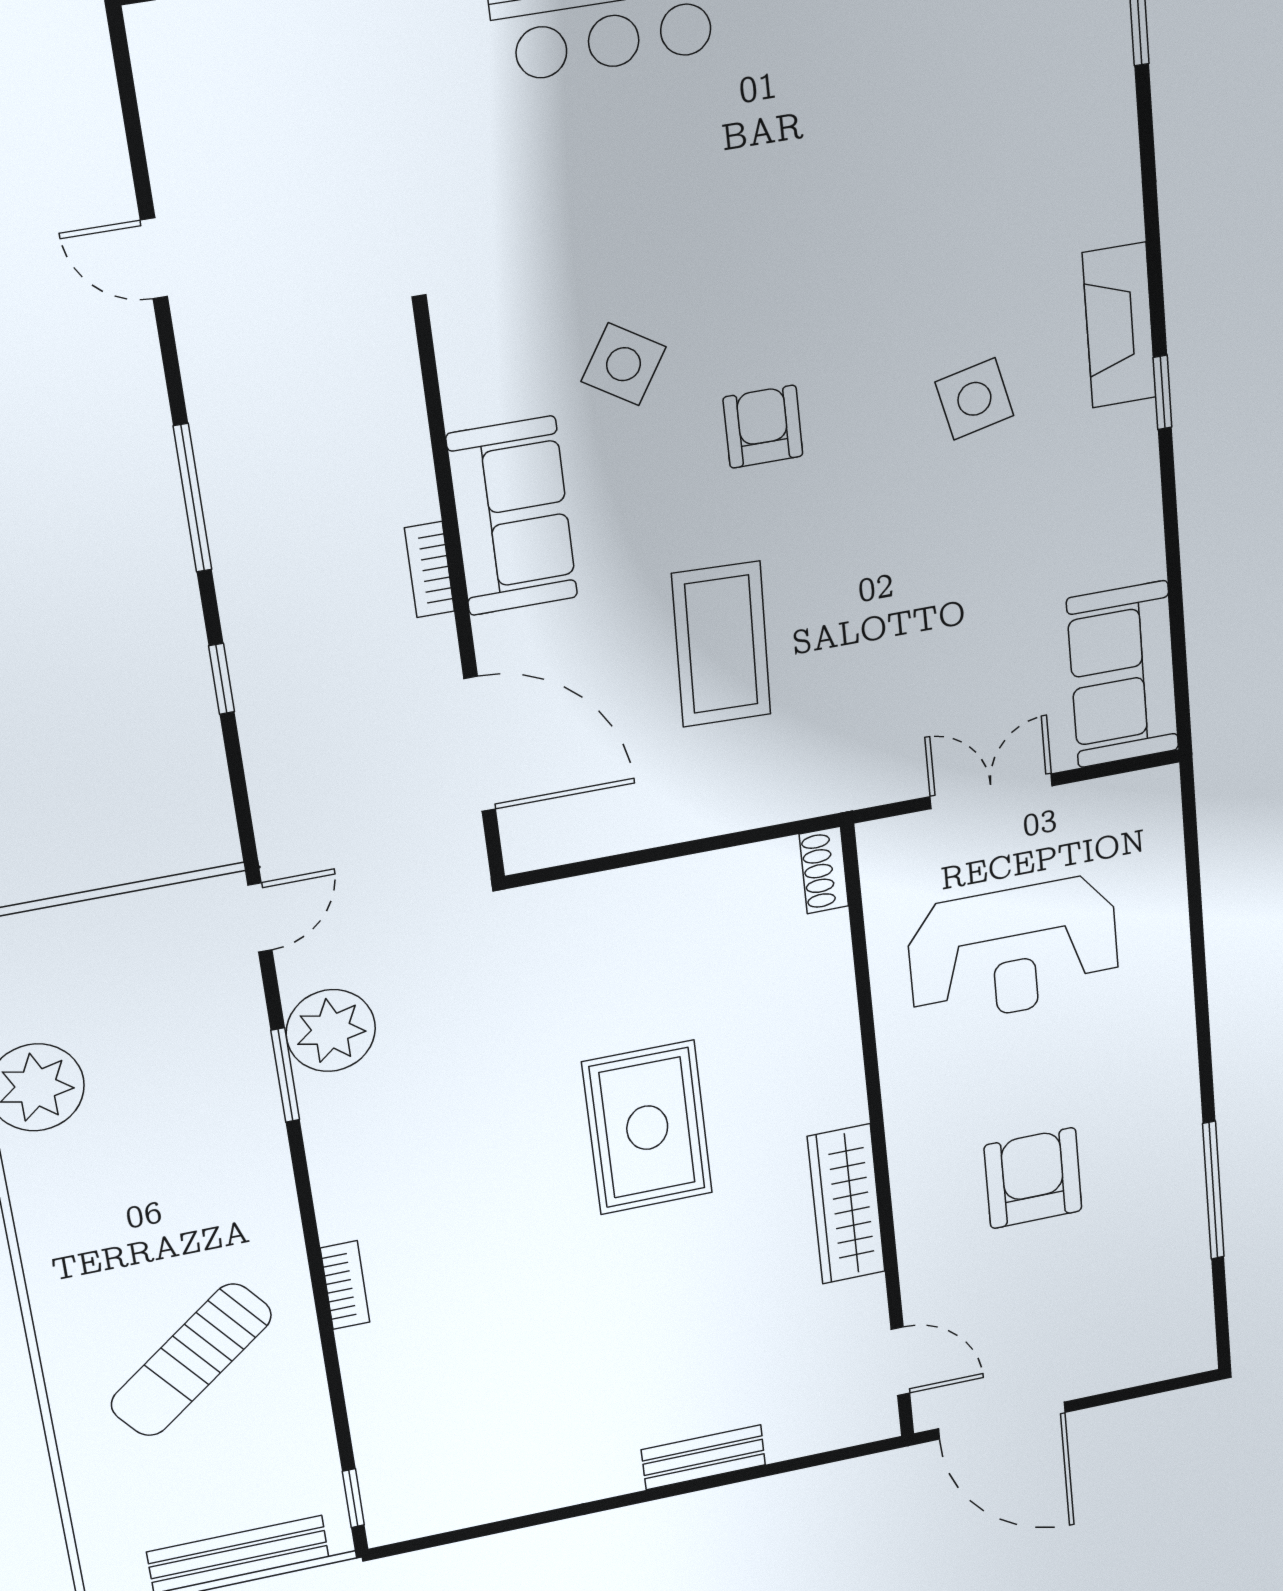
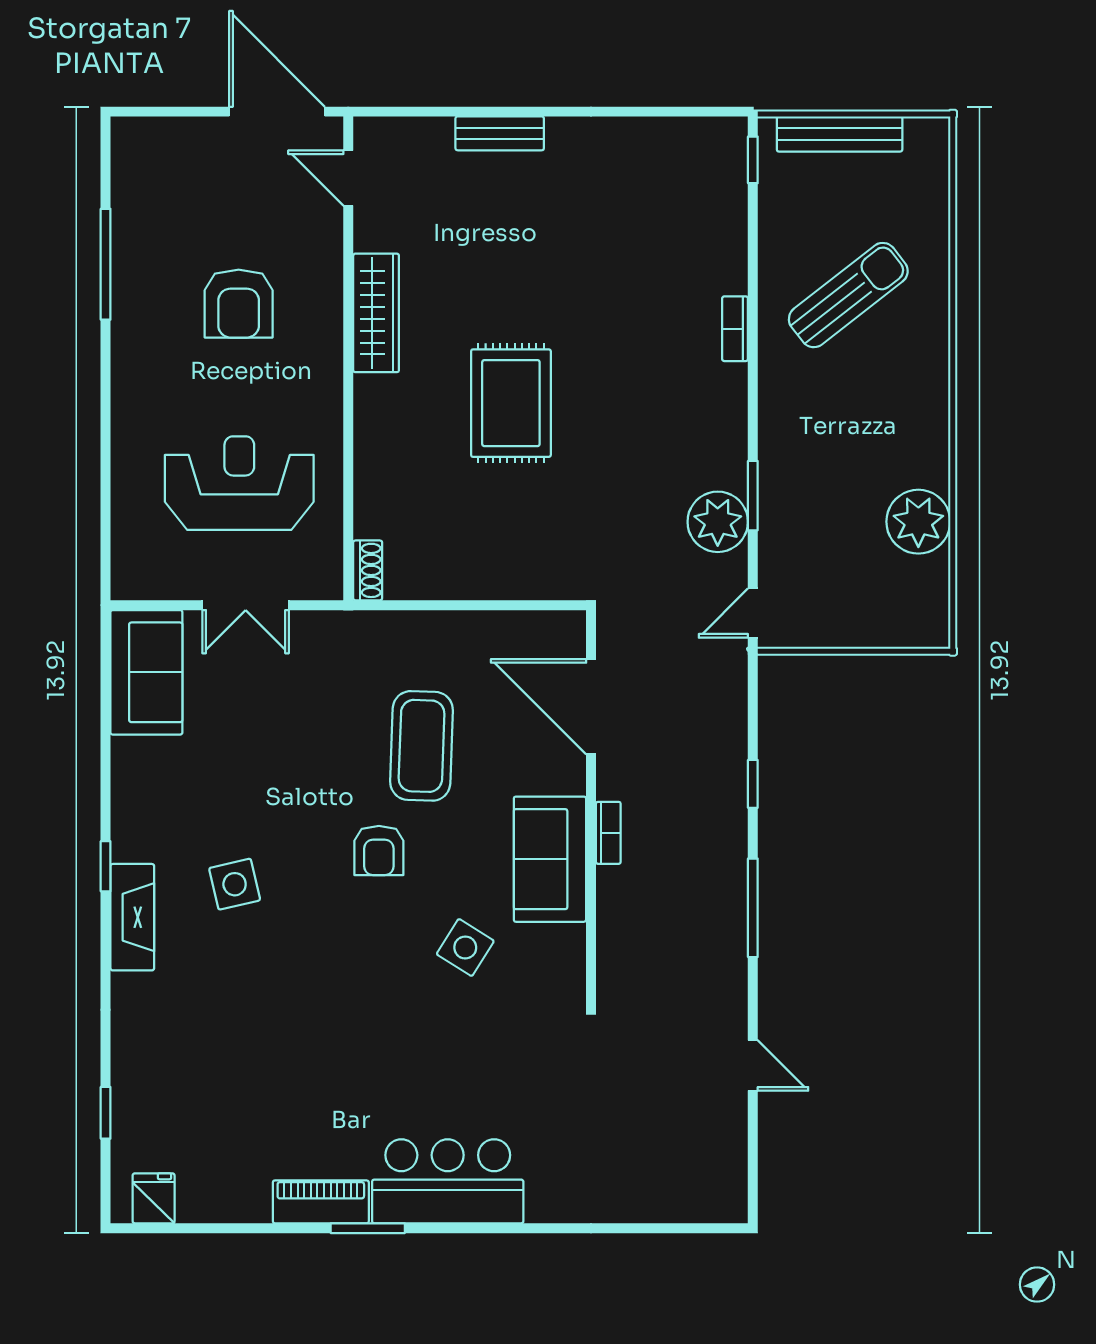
armchair: (763, 427) -> (379, 850), moved

